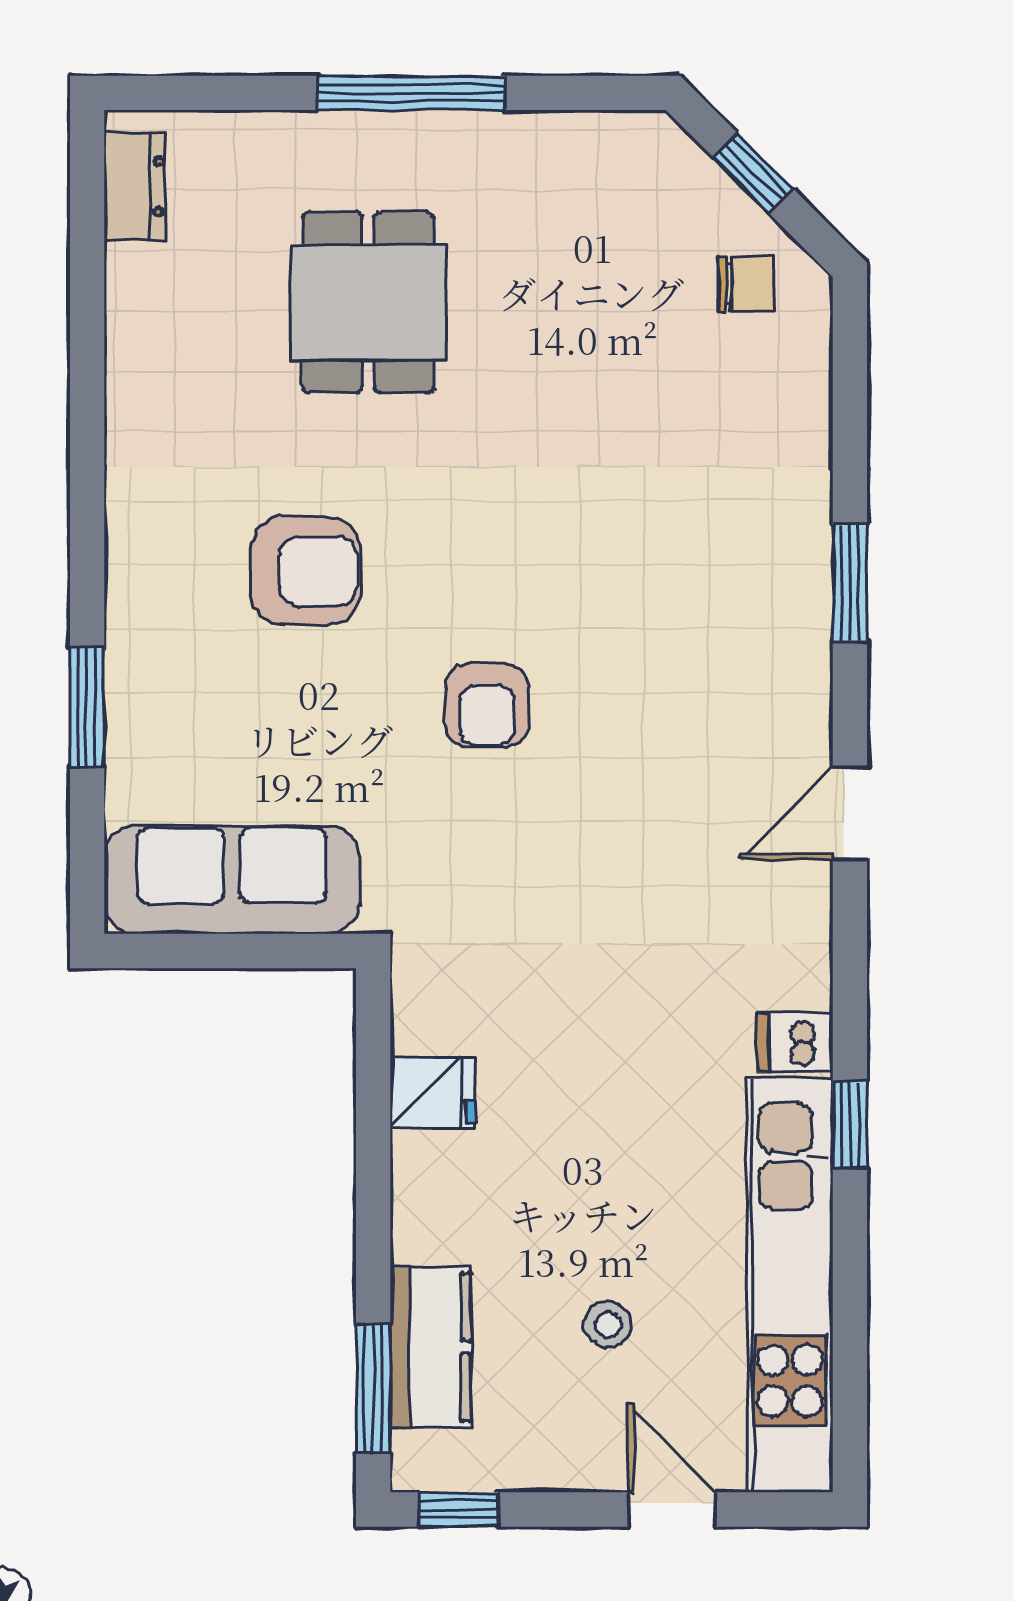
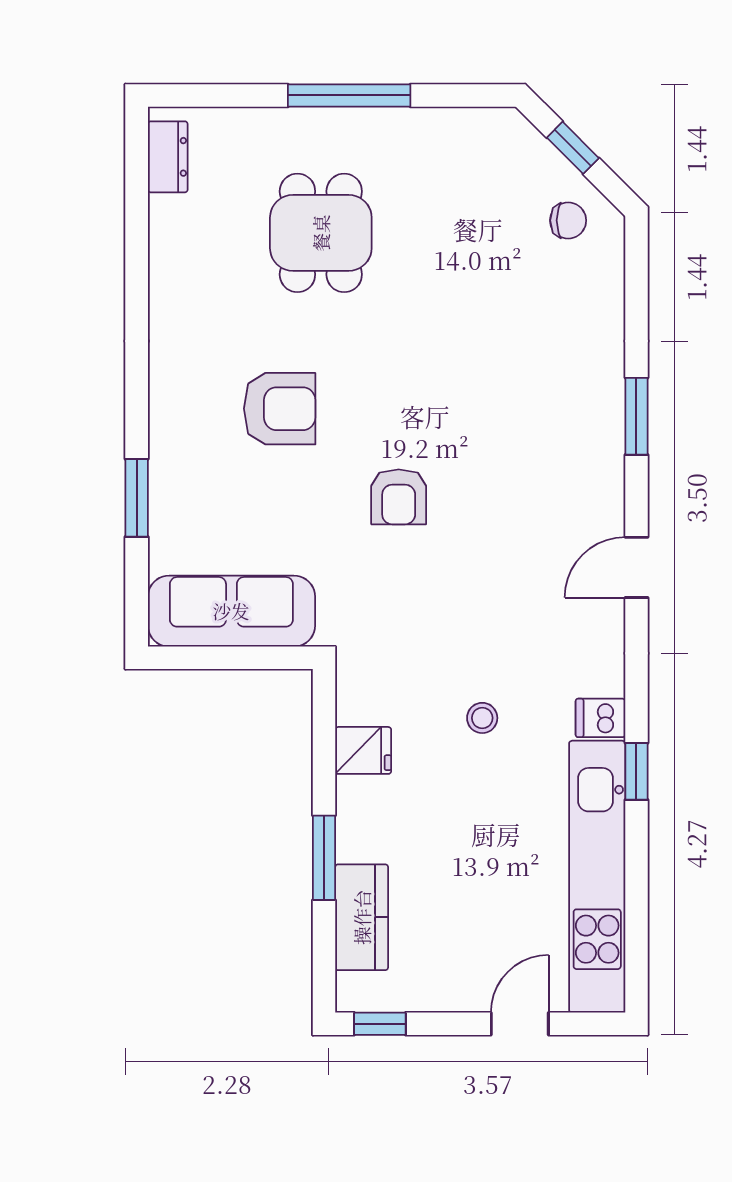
stool: (608, 1325) -> (482, 718), moved
window: (373, 1389) -> (324, 858), moved
door: (672, 1510) -> (520, 1024), hinge flipped

